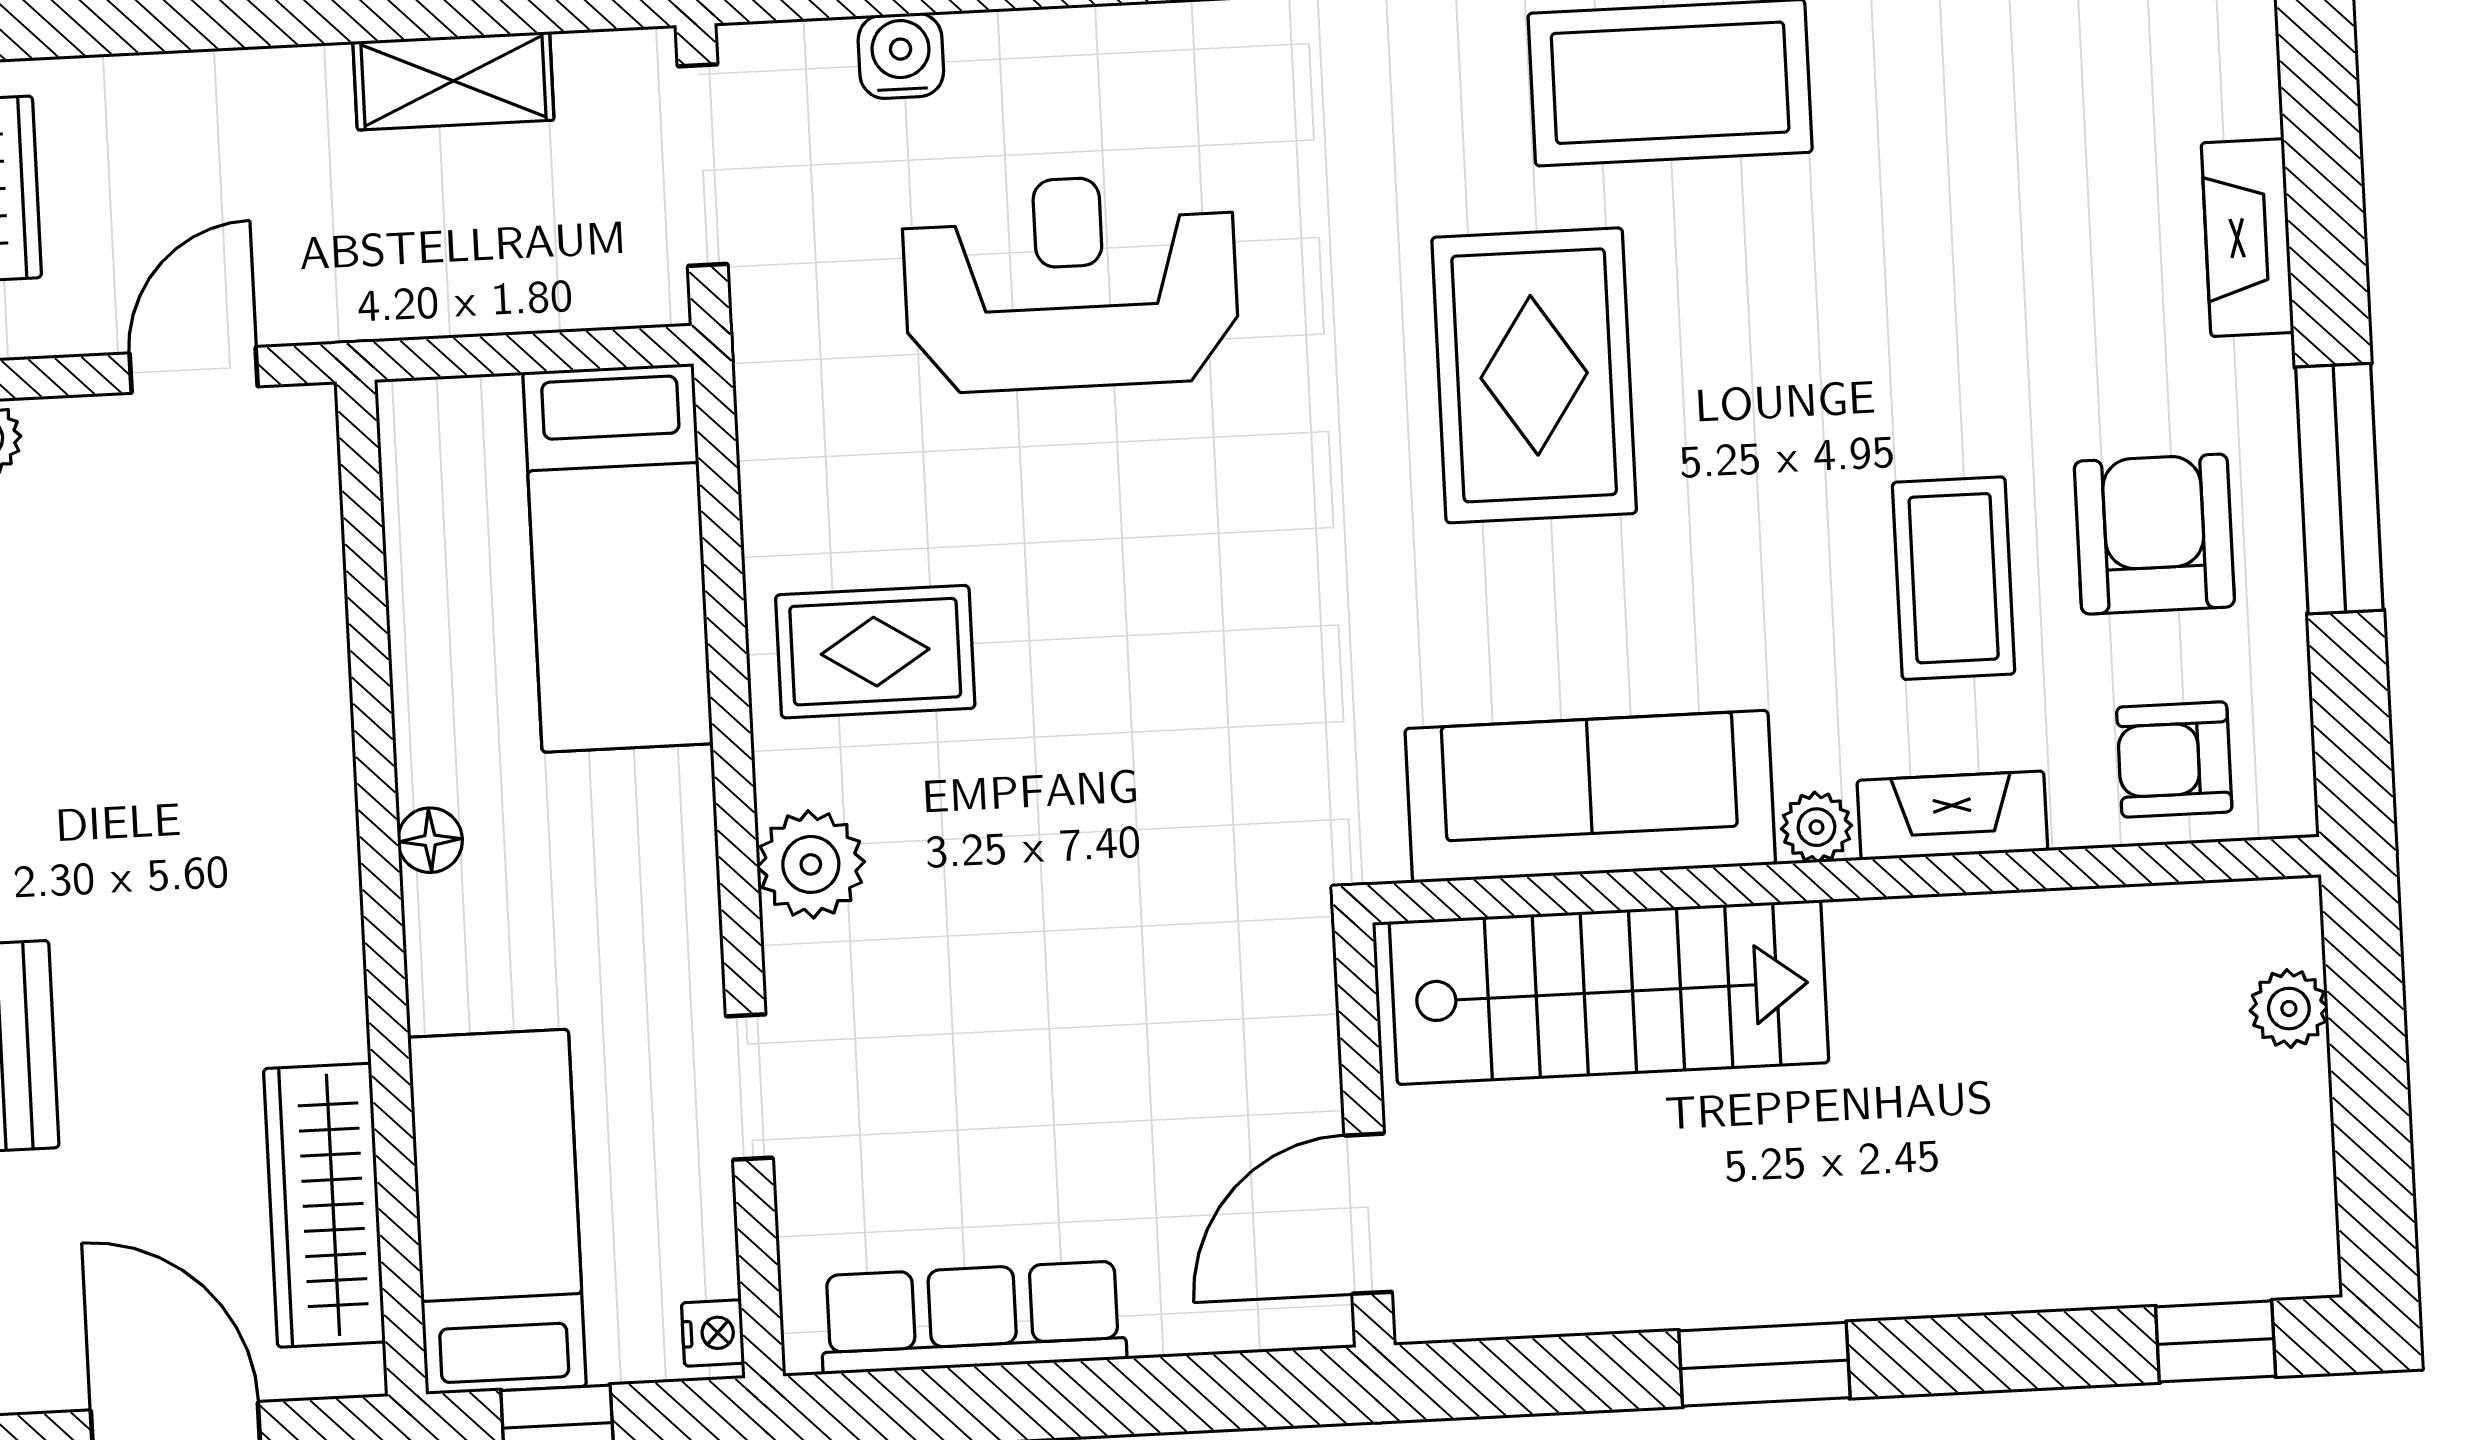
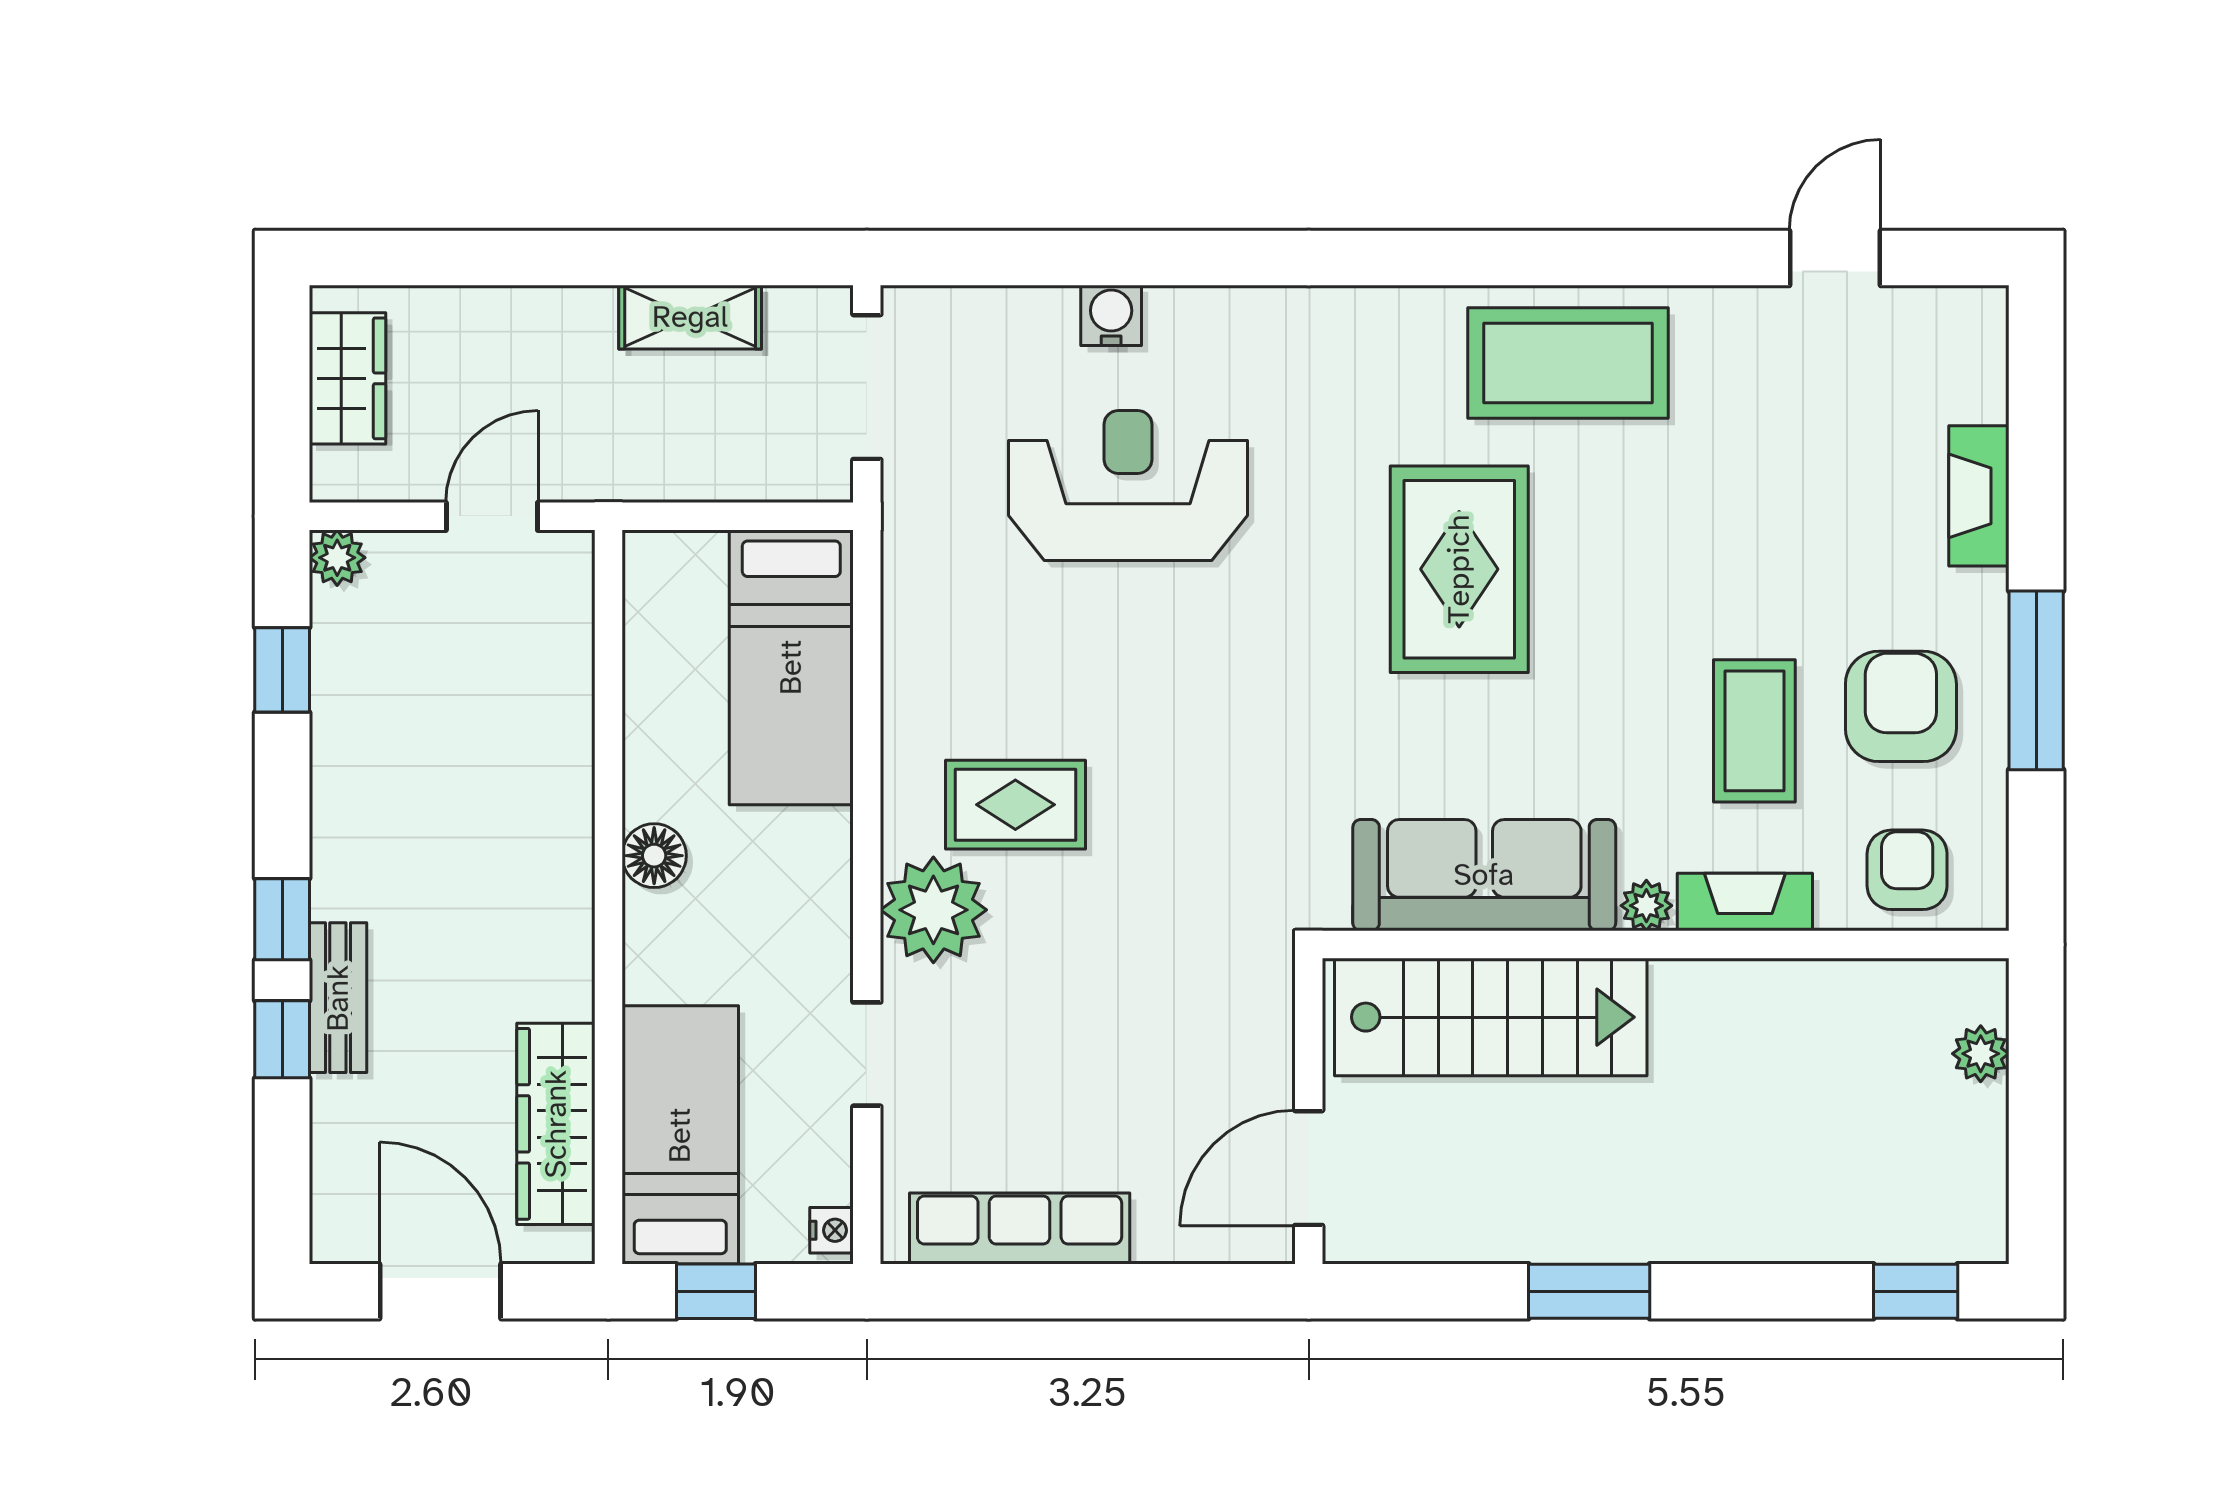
water cooler: (901, 56) -> (1111, 315), moved
rug: (875, 652) -> (1015, 805), moved
armchair: (2174, 759) -> (1907, 870), turned 90
floor lamp: (430, 840) -> (654, 856), width x1.37, depth x1.37
plant: (811, 864) -> (933, 910), width x1.36, depth x1.36

